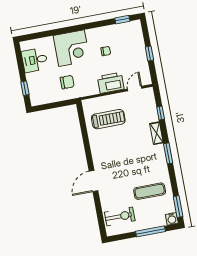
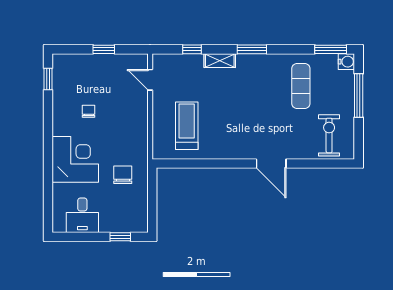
printer: (111, 83) -> (135, 113), removed

